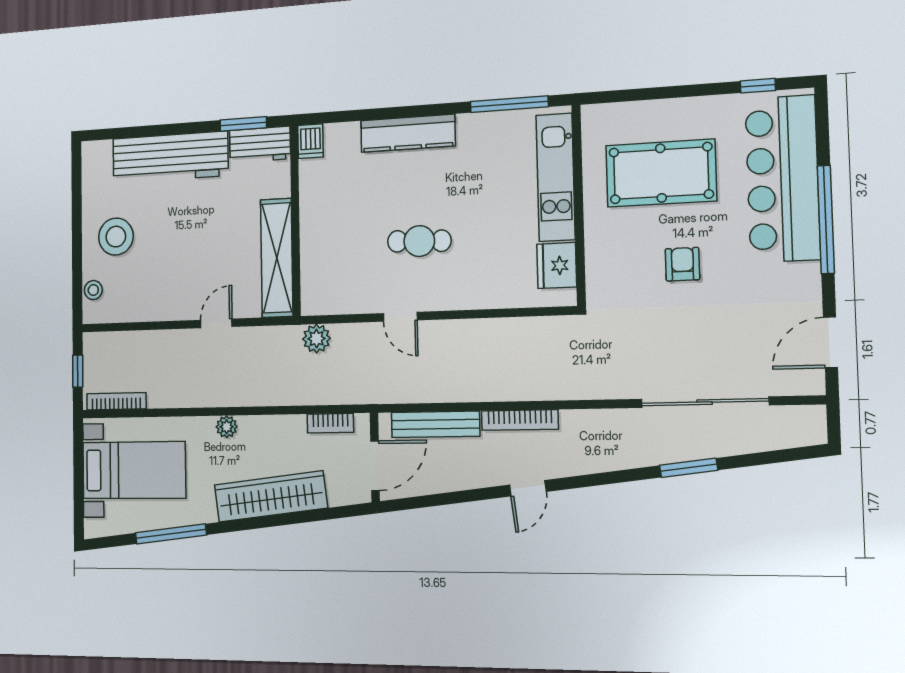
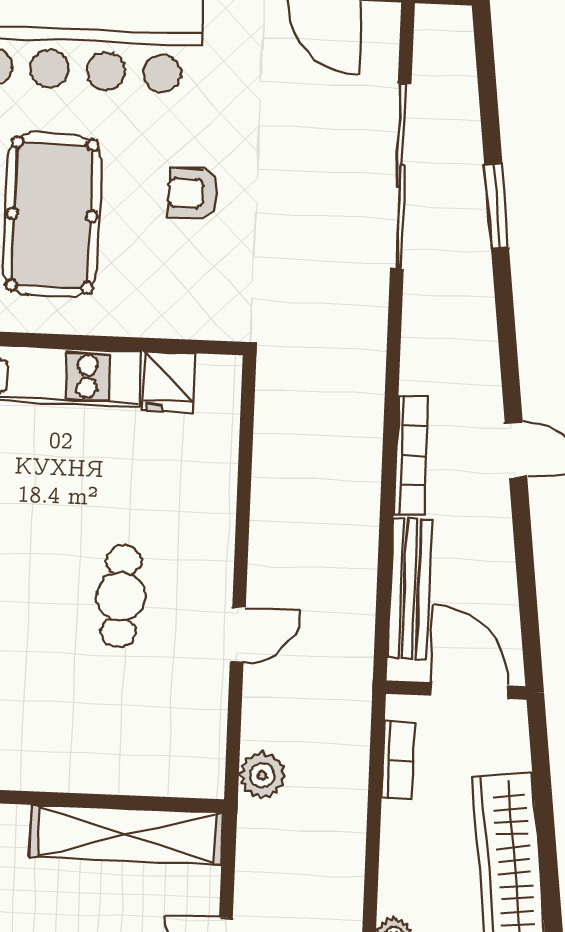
fridge: (557, 265) -> (169, 382), width x0.72

